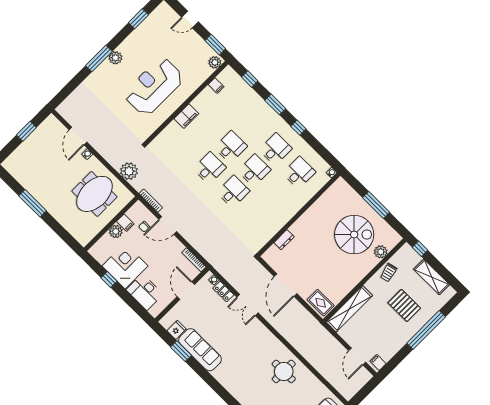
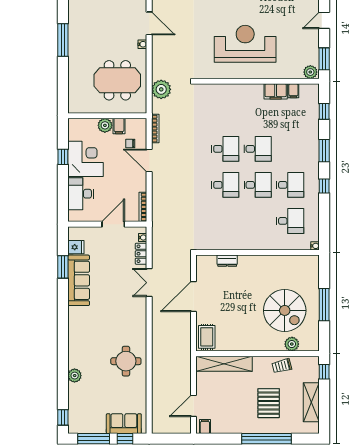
door: (190, 20) -> (324, 20), hinge flipped
filing cabinet: (186, 116) -> (276, 91), moved
door: (78, 136) -> (149, 23), swing flipped

